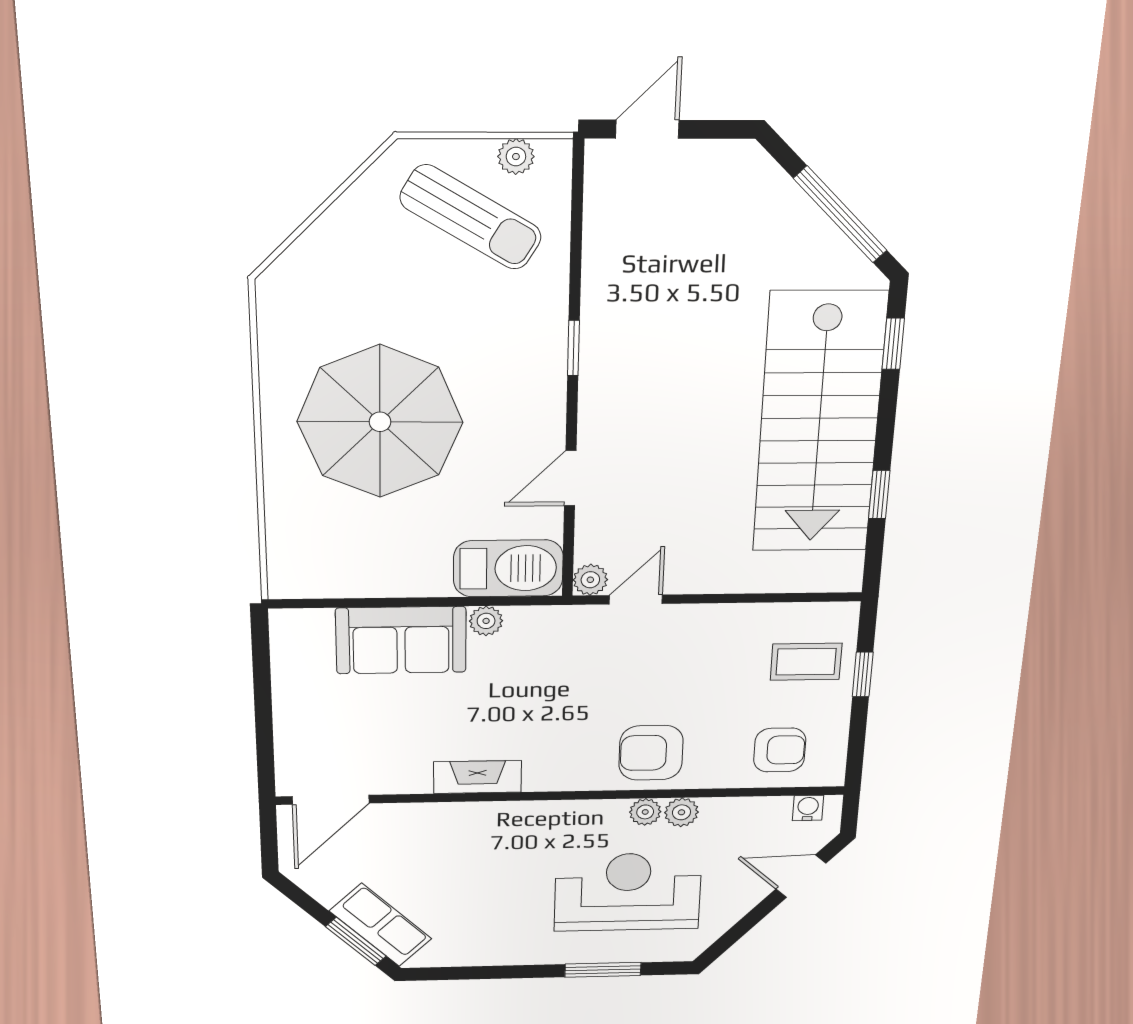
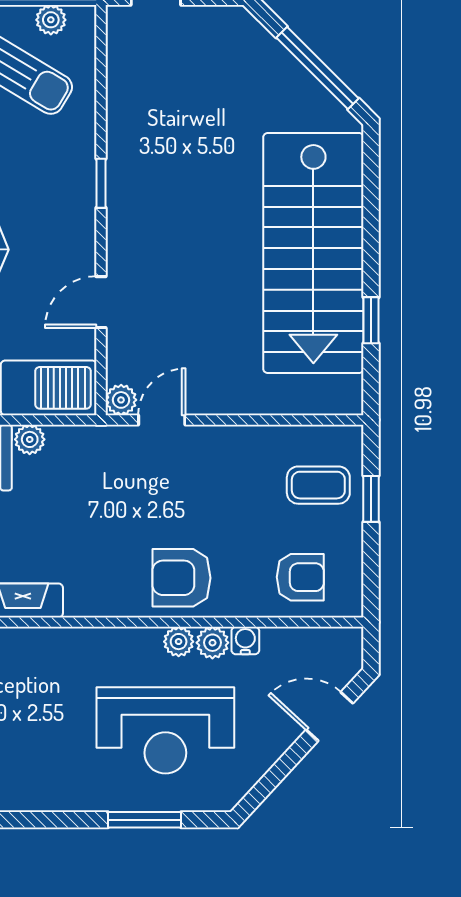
window: (893, 344) -> (371, 181), removed
water cooler: (808, 808) -> (245, 641), moved
reception desk: (628, 892) -> (165, 730), turned 180

